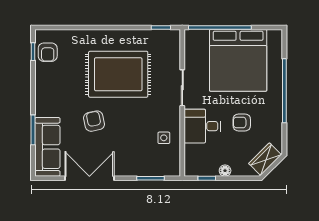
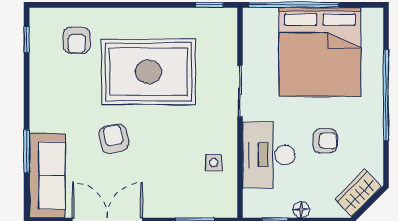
armchair: (48, 52) -> (77, 40), moved
armchair: (242, 122) -> (325, 141), turned 180
desk: (202, 126) -> (269, 155), width x1.37

